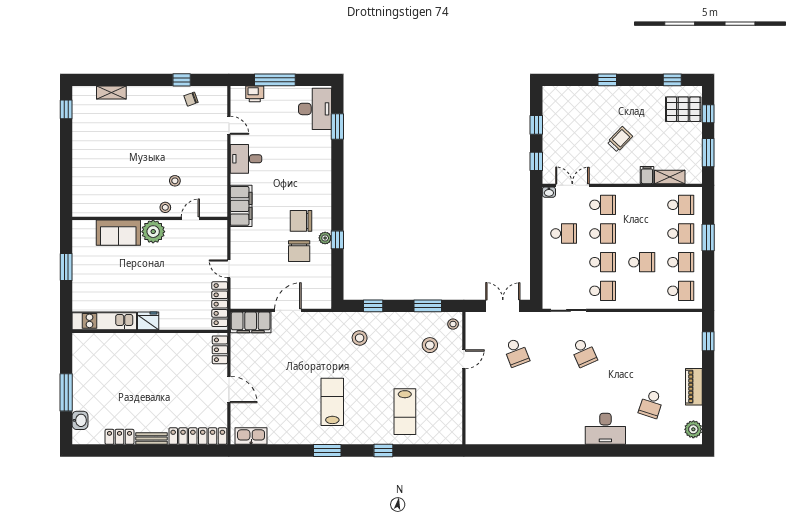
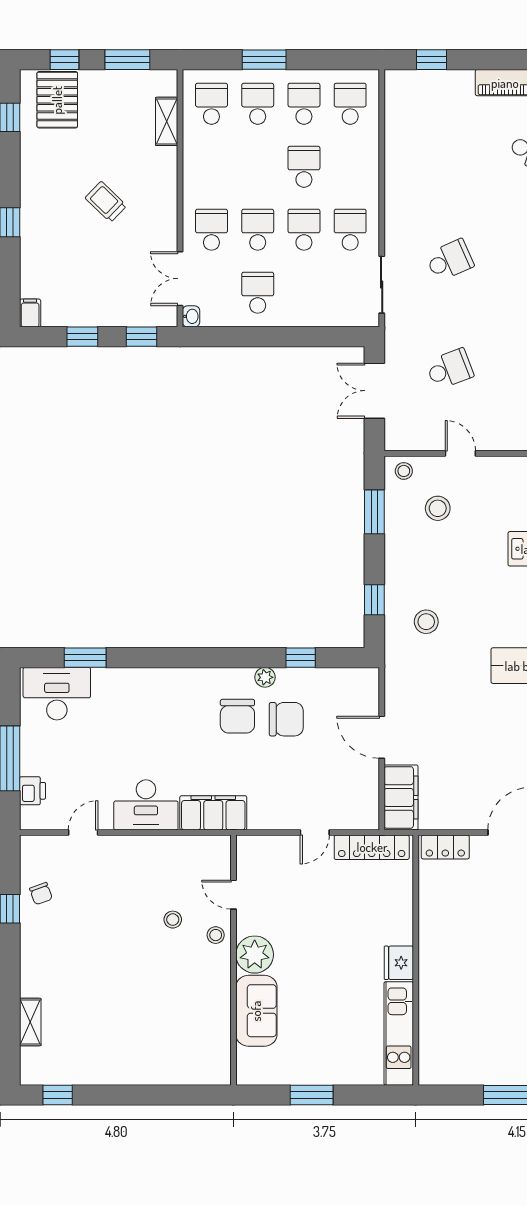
desk: (246, 159) -> (146, 805), width x1.37
filing cabinet: (647, 175) -> (30, 313), moved, turned 90
window: (337, 240) -> (301, 658), moved

